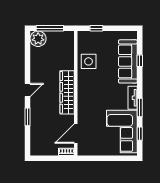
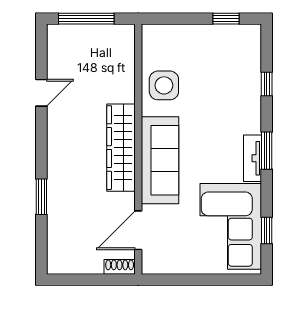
window: (96, 28) -> (226, 19), moved
plant: (38, 39) -> (63, 40), removed
sofa: (128, 61) -> (160, 160), moved, turned 180
door: (28, 90) -> (41, 93), moved
window: (140, 107) -> (267, 151), moved

